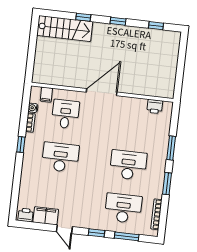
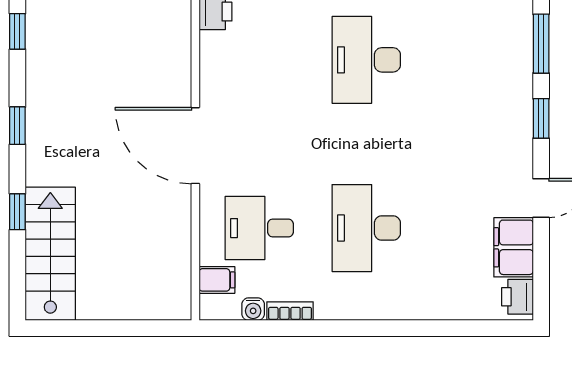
window: (21, 144) -> (346, 328), removed
desk: (123, 208) -> (473, 60), removed

